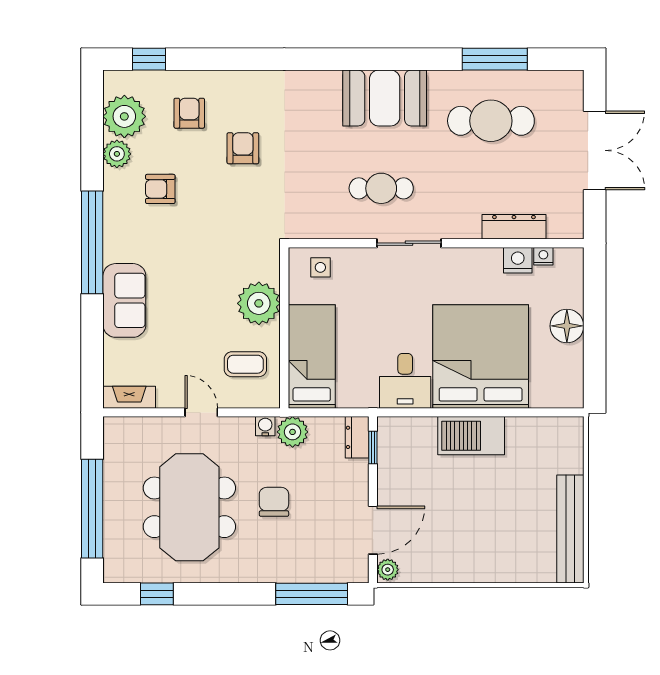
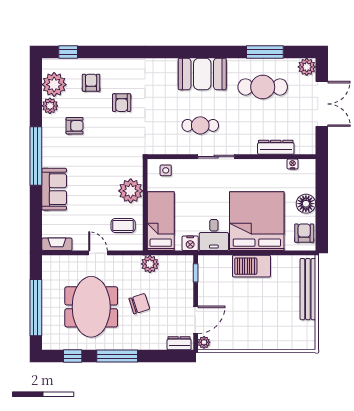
plant: (568, 85) -> (307, 67), added
armchair: (243, 148) -> (122, 103), turned 180
armchair: (160, 189) -> (75, 126), turned 180
nightstand: (518, 260) -> (190, 243), moved, turned 180
armchair: (564, 378) -> (304, 233), added
water cooler: (265, 426) -> (134, 261), removed
dresser: (357, 437) -> (179, 343), moved, turned 90
chair: (274, 502) -> (139, 304), turned 72
bench: (570, 529) -> (308, 289), moved
window: (312, 594) -> (117, 356), moved

